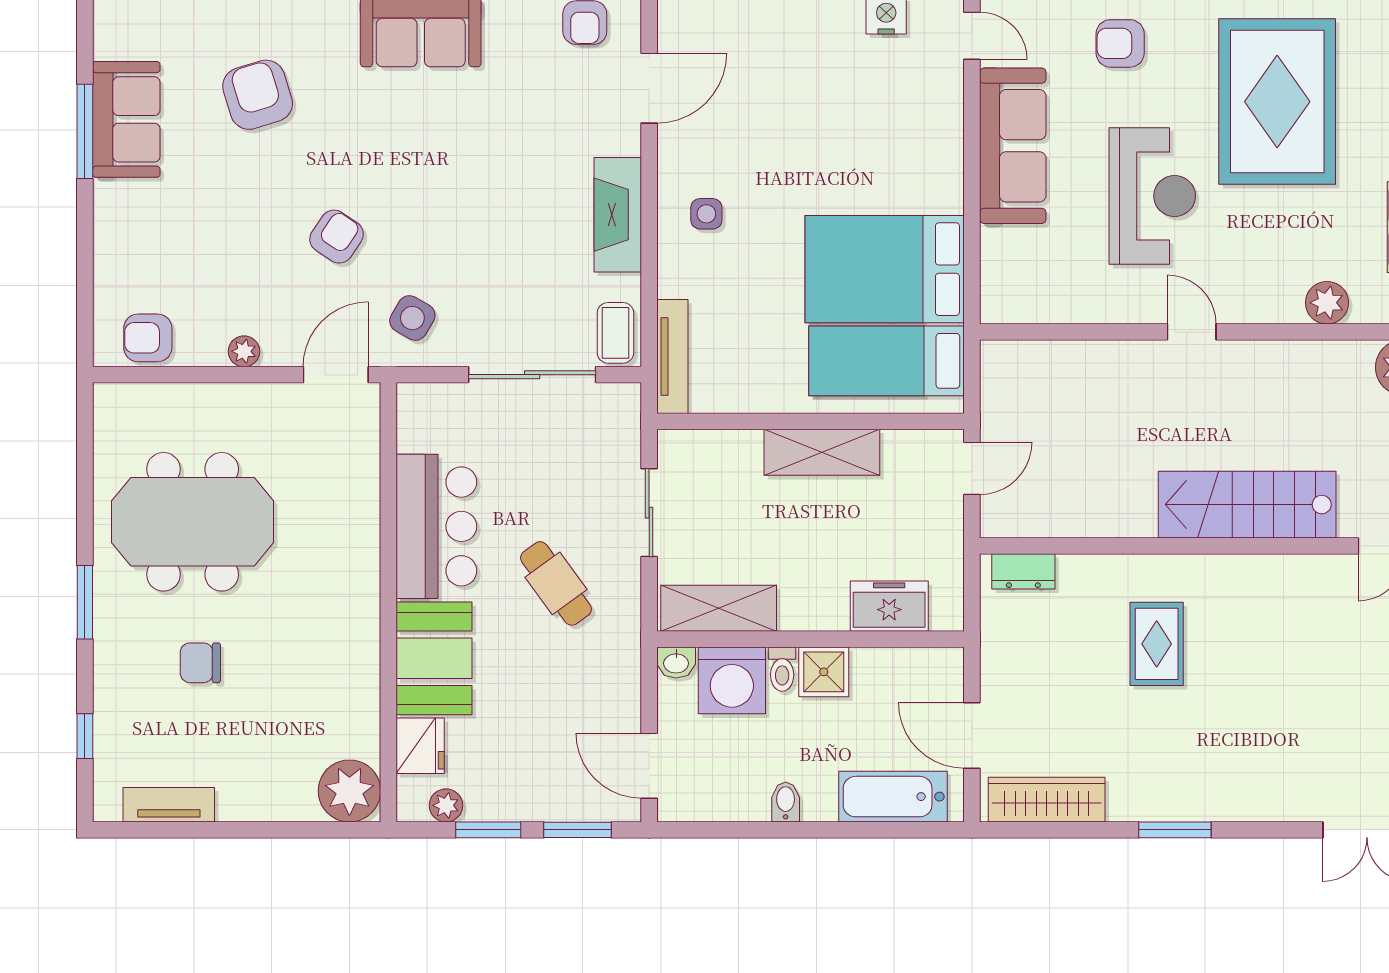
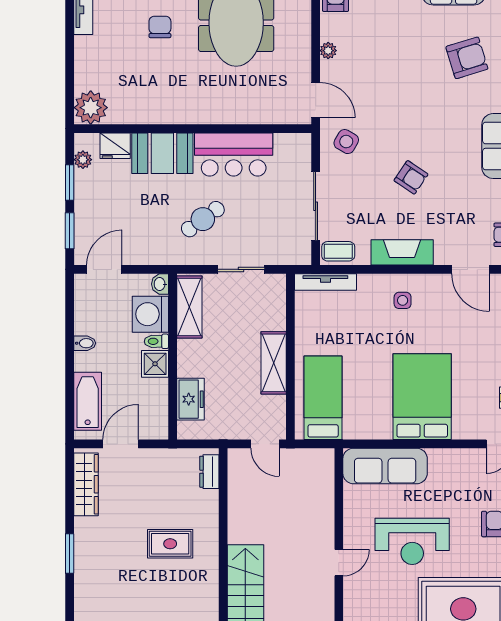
sofa: (1013, 146) -> (385, 466), moved
armchair: (337, 237) -> (411, 177), moved
bed: (885, 269) -> (422, 397), moved

